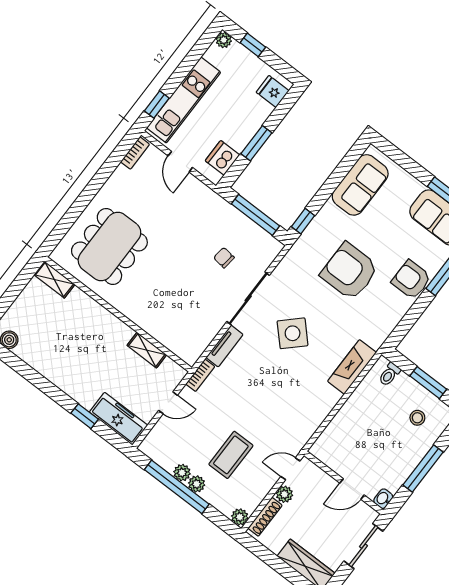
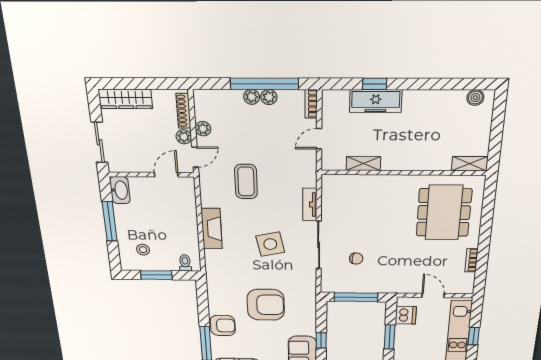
window: (157, 104) -> (474, 336), moved
bookcase: (135, 153) -> (471, 260), moved
window: (303, 221) -> (321, 340), moved
side table: (293, 333) -> (270, 244), turned 32
fireplace: (352, 367) -> (212, 229), moved
bookcase: (200, 375) -> (311, 104), moved
freezer: (118, 419) -> (376, 101), moved
coffee table: (231, 455) -> (246, 181), moved
door: (352, 489) -> (166, 175), moved
washbasin: (383, 499) -> (120, 190), width x1.91, depth x1.45
plant: (240, 517) -> (203, 129), moved

